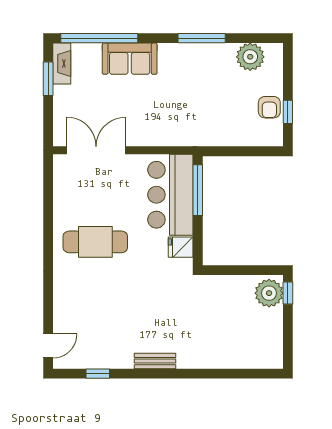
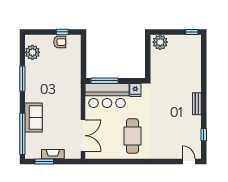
fireplace: (62, 64) -> (53, 154), moved
double door: (96, 150) -> (83, 136), swing flipped
window: (288, 293) -> (192, 32), moved

